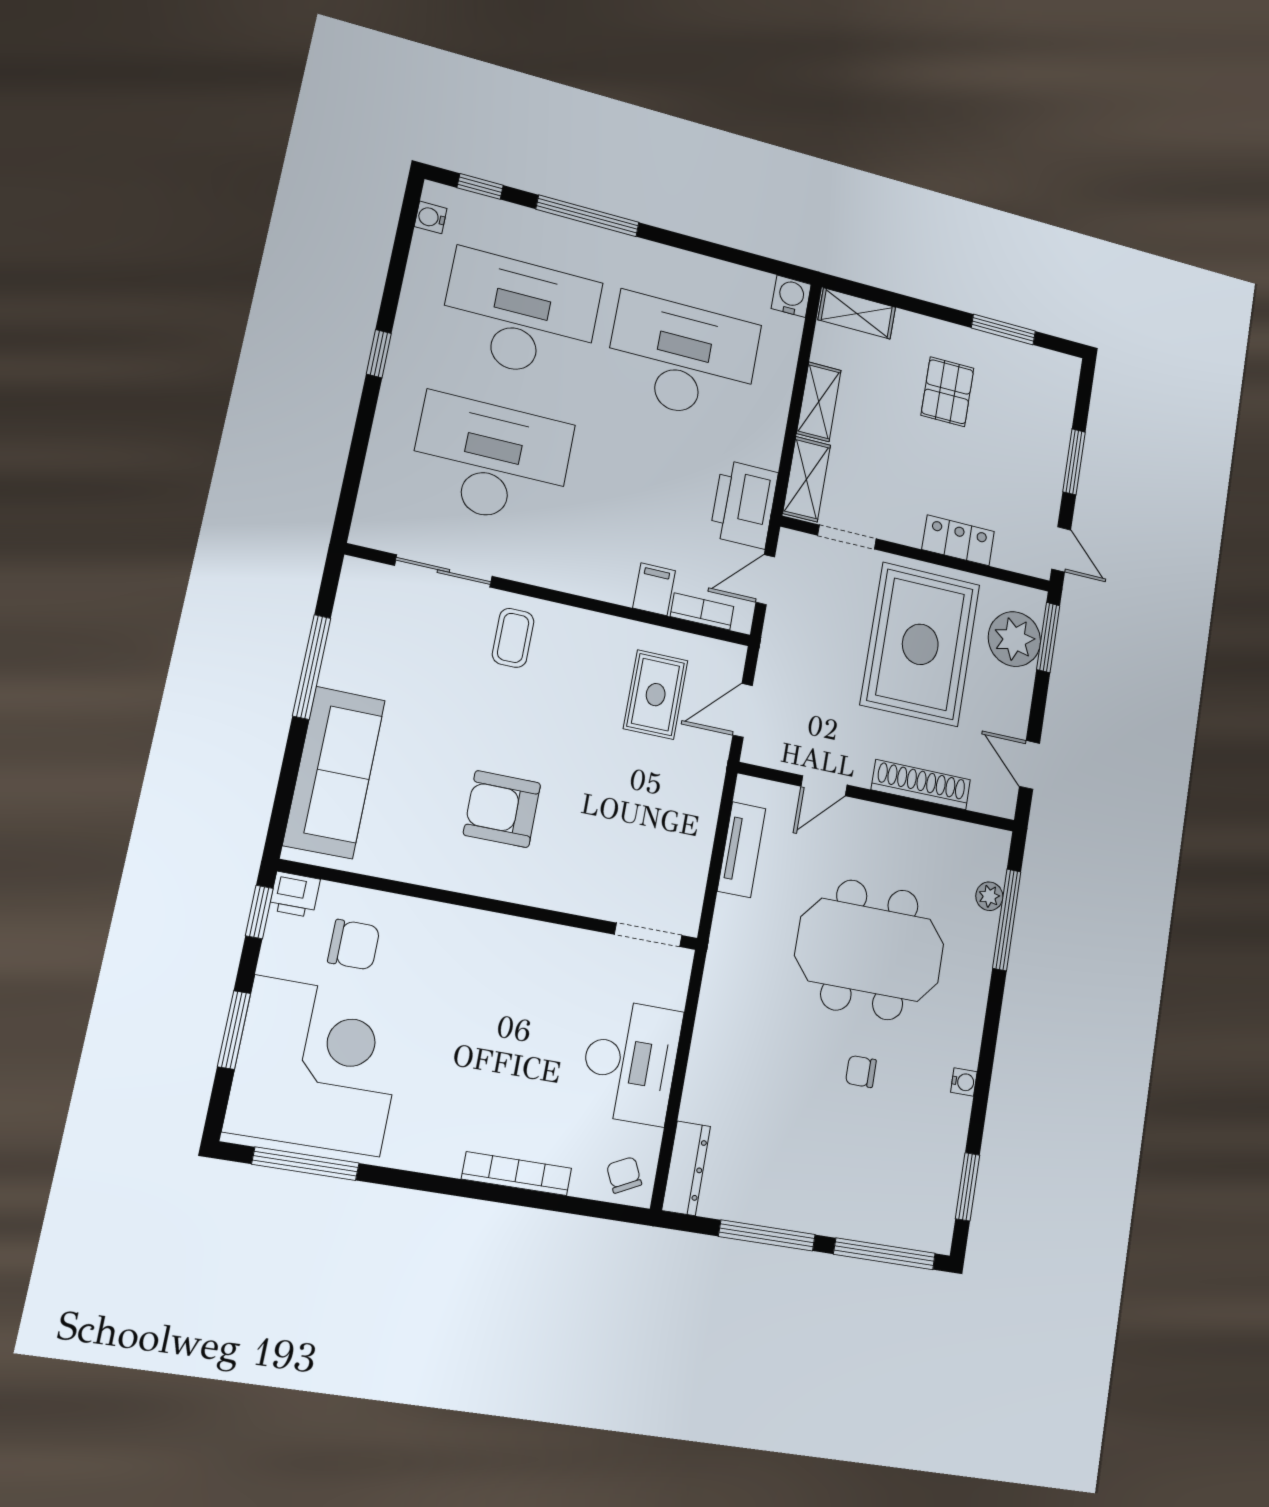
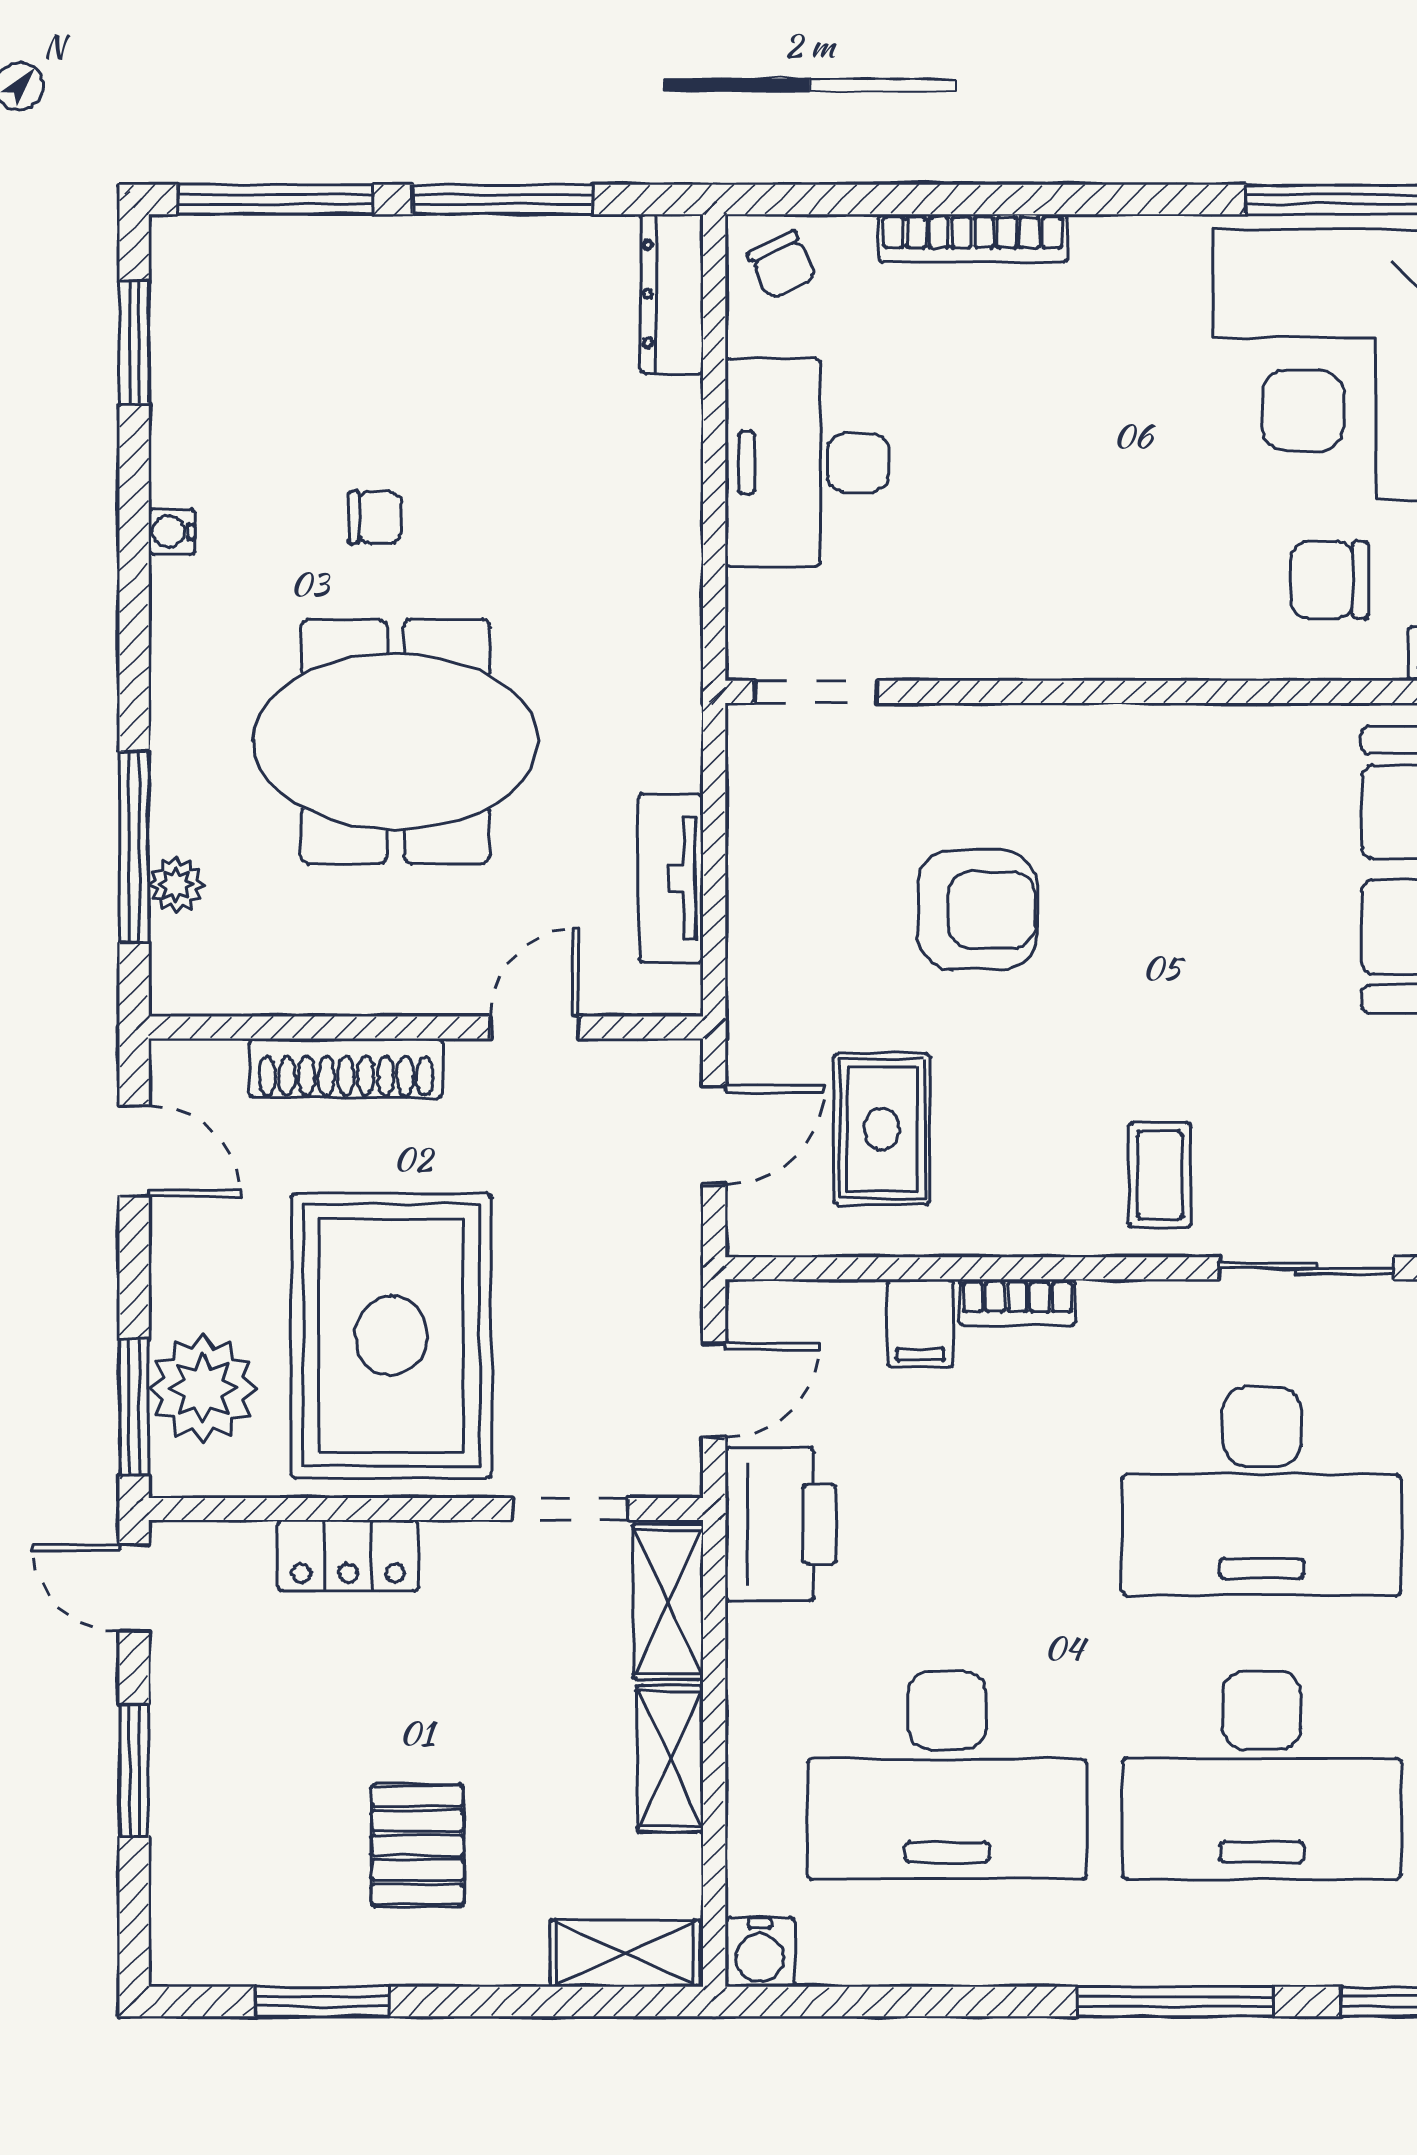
bookcase: (702, 611) -> (1017, 1302), moved
armchair: (502, 809) -> (977, 910), moved

